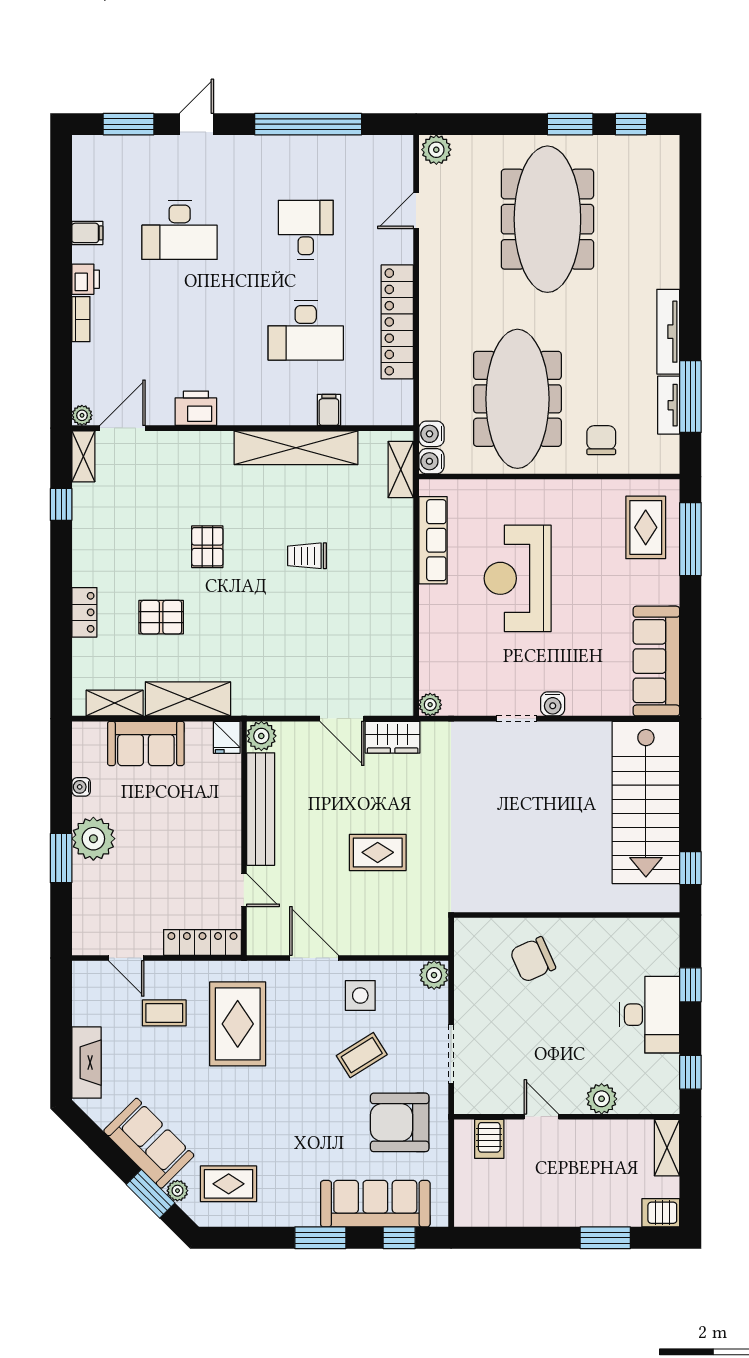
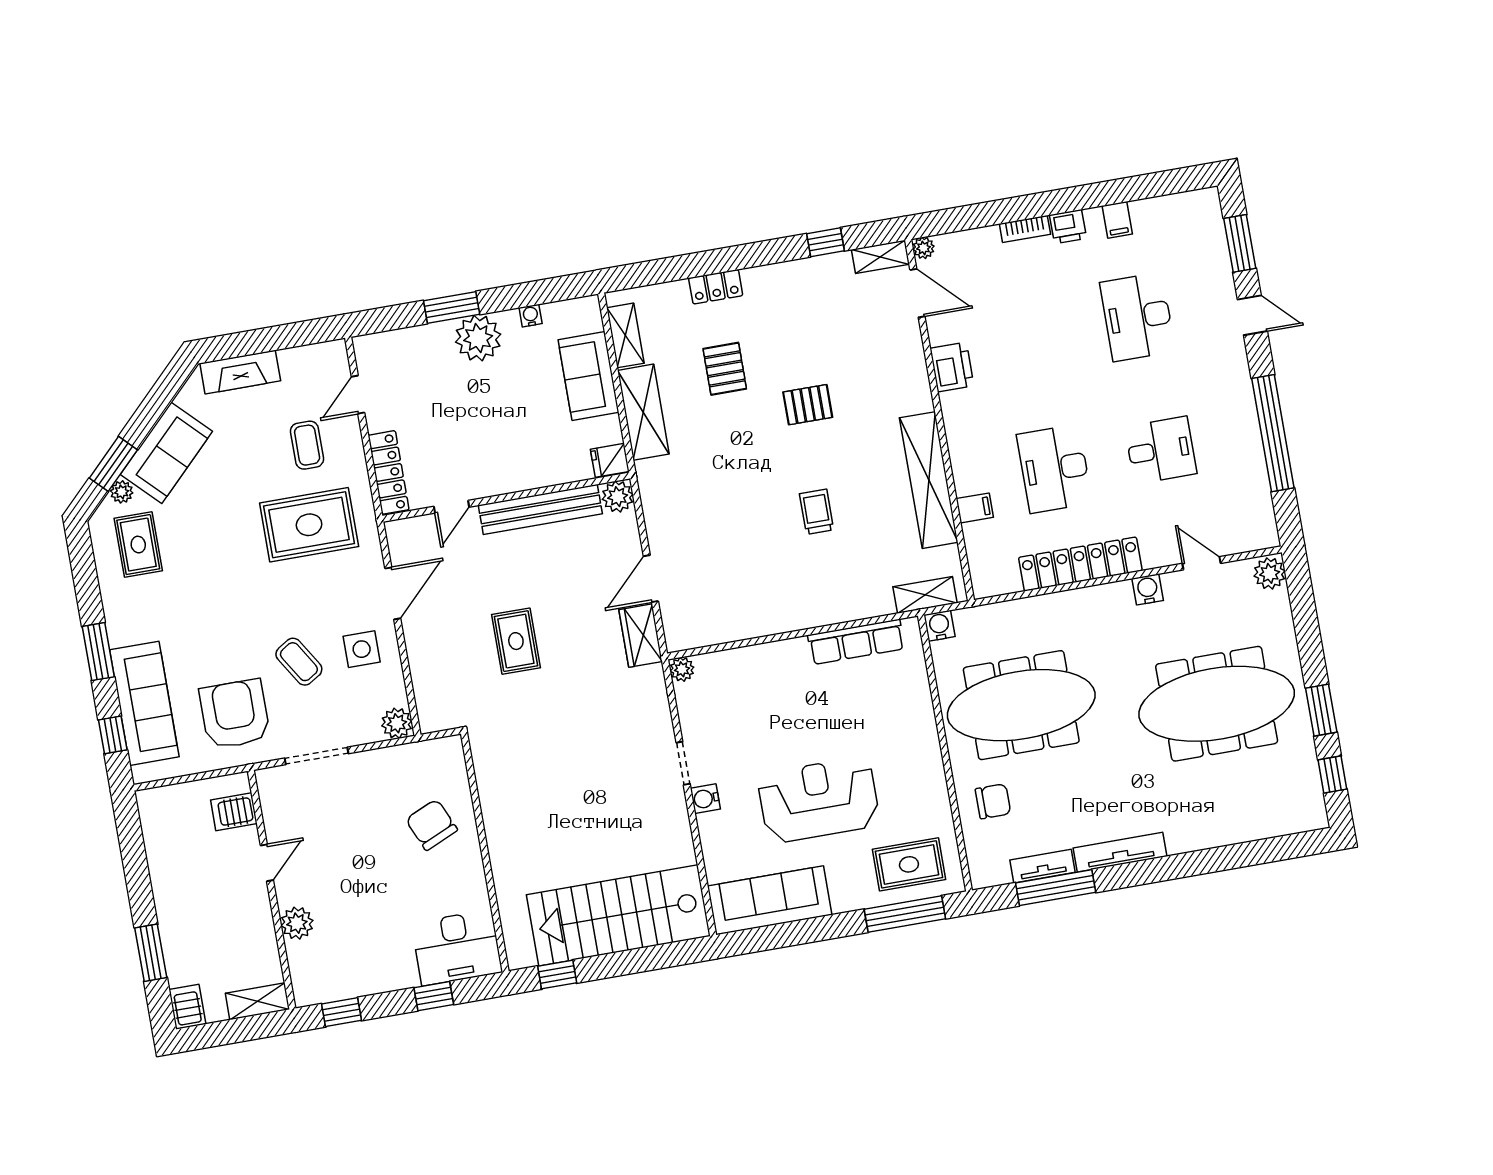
water cooler: (432, 434) -> (1148, 589), moved
reception desk: (518, 578) -> (819, 800), moved
desk: (650, 1015) -> (457, 948), moved

